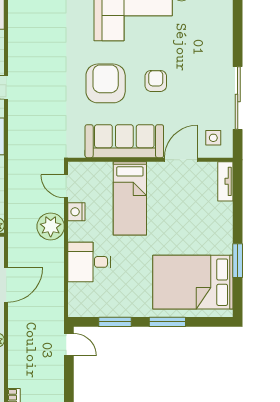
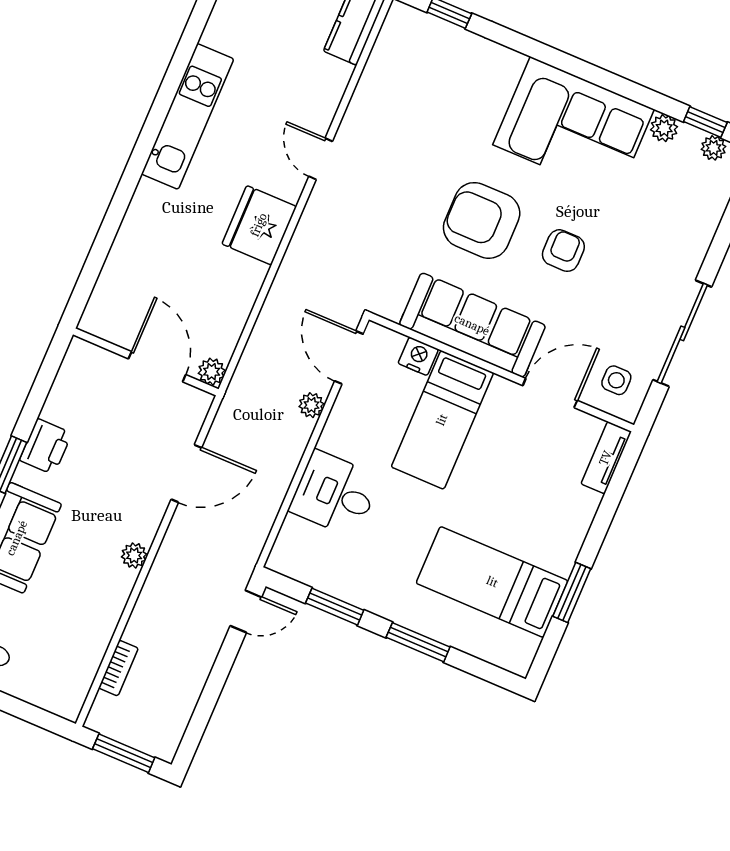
armchair: (106, 83) -> (482, 220), turned -90
door: (66, 186) -> (349, 357), width x1.38
nightstand: (76, 212) -> (418, 356), moved, turned 90
plant: (51, 226) -> (311, 405), width x0.53, depth x0.53
bed: (193, 282) -> (492, 582), width x0.67
door: (69, 345) -> (246, 611), hinge flipped

